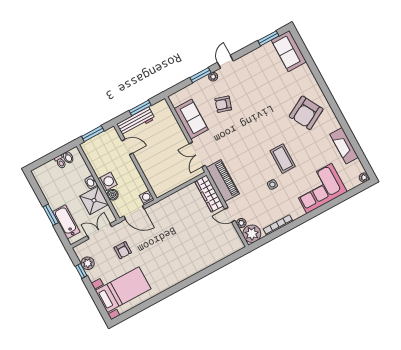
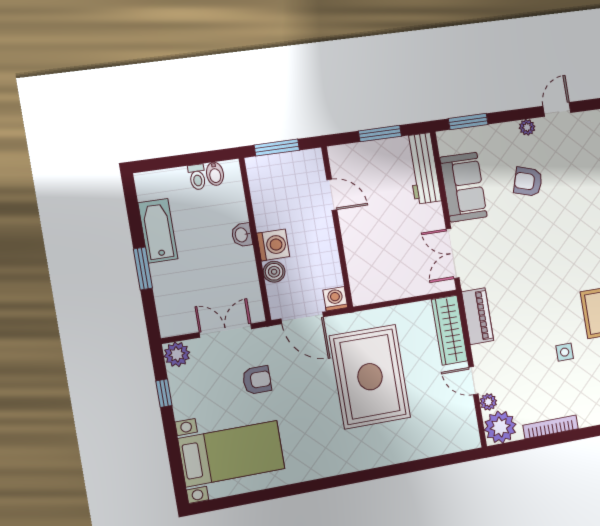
window: (201, 75) -> (468, 121), moved
workbench: (136, 121) -> (423, 168), moved, turned 90
piano: (223, 181) -> (478, 316), width x0.73, depth x0.75
shower: (94, 200) -> (236, 270), removed
bathtub: (66, 222) -> (158, 231), moved
rug: (177, 230) -> (370, 377), added
armchair: (123, 250) -> (257, 380), turned -90
plant: (88, 263) -> (177, 354), moved

